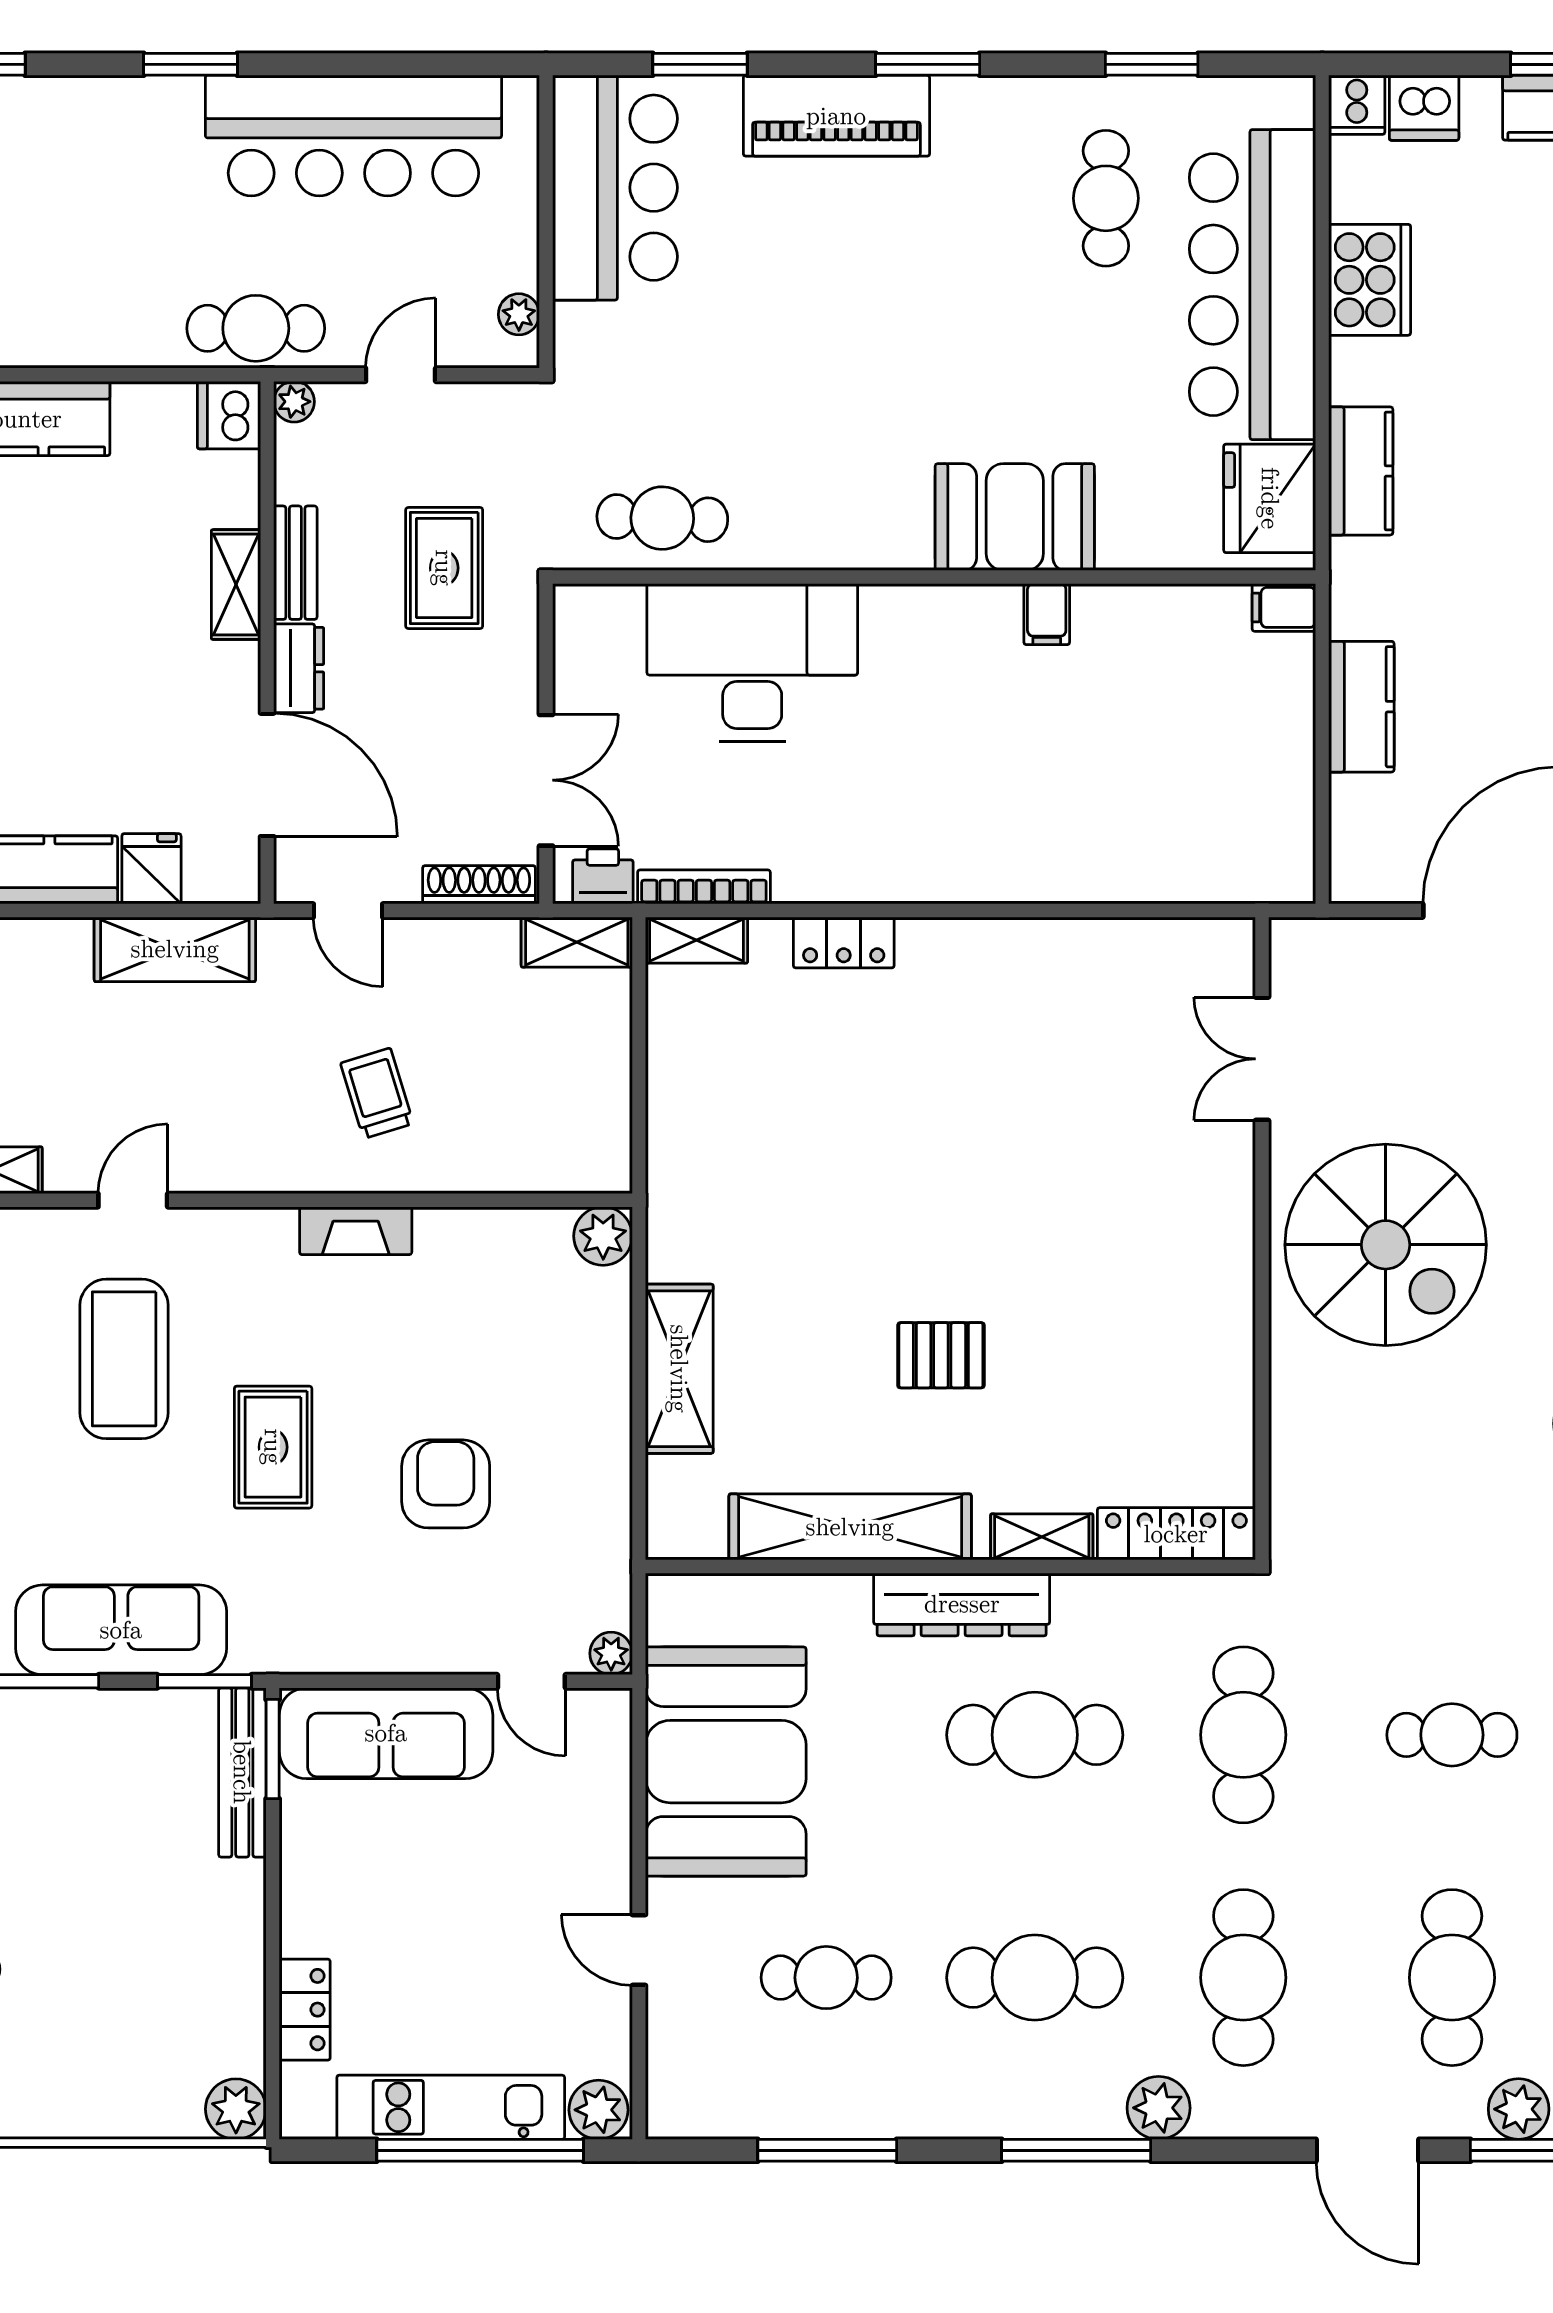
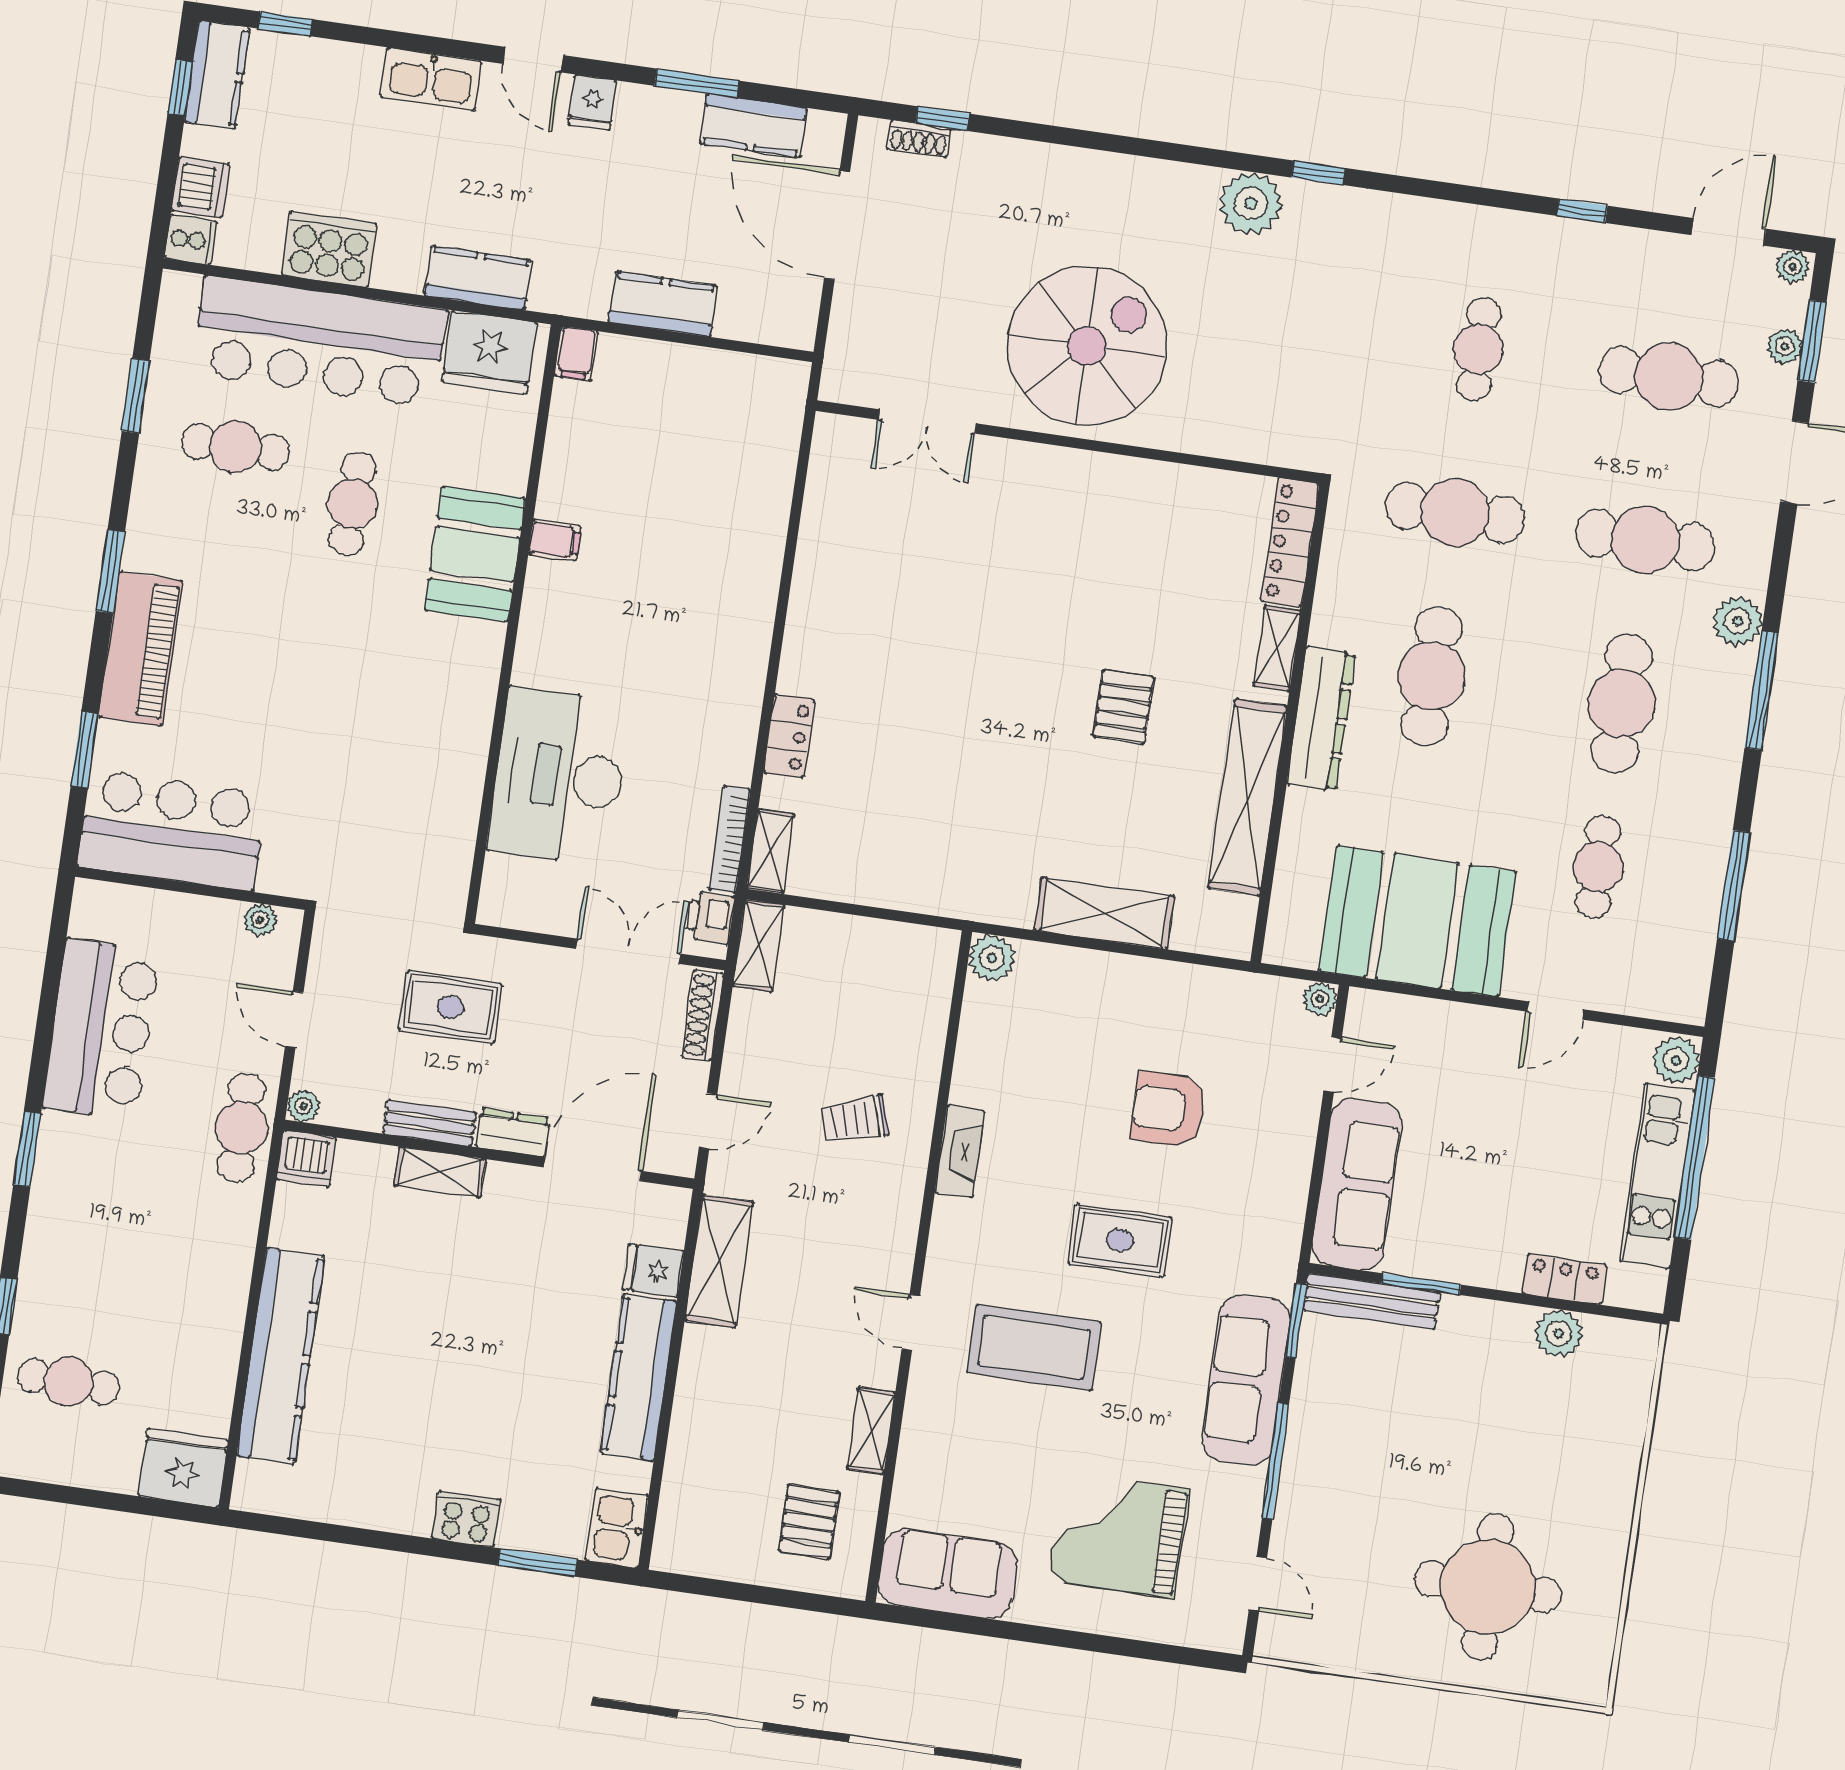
bar counter: (353, 136) -> (101, 1029), width x0.73
cafe table: (662, 518) -> (352, 504), moved
window: (273, 1749) -> (1421, 1284), moved
plant: (236, 2109) -> (1559, 1333), moved
plant: (1519, 2109) -> (1785, 347), width x0.73, depth x0.73

